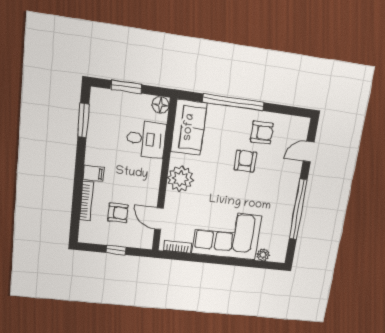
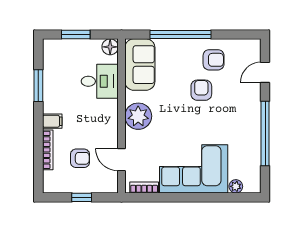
window: (83, 120) -> (38, 86), moved

